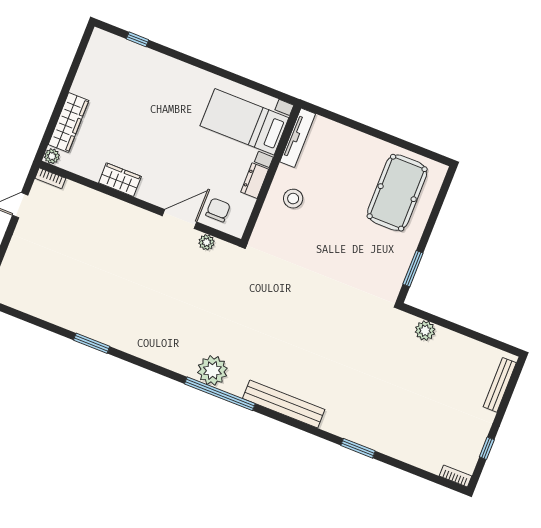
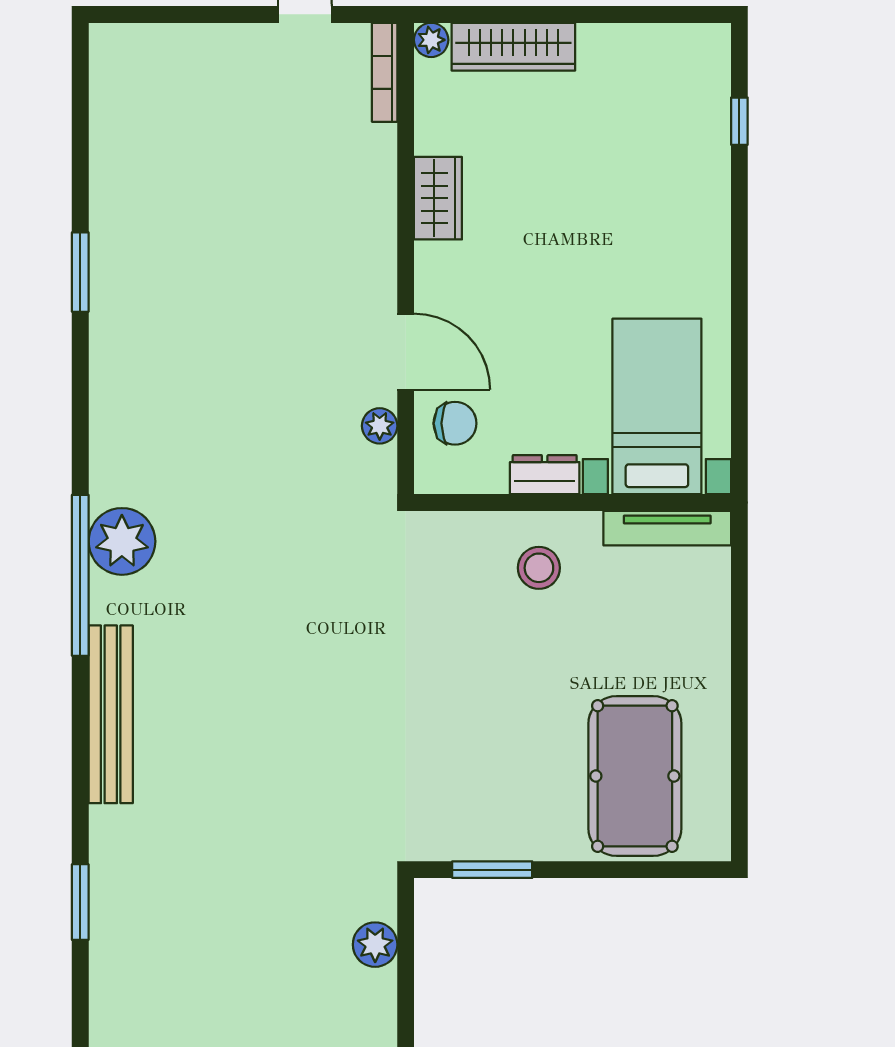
bookcase: (50, 178) -> (385, 72), width x1.56
pool table: (397, 193) -> (635, 776), turned 90

